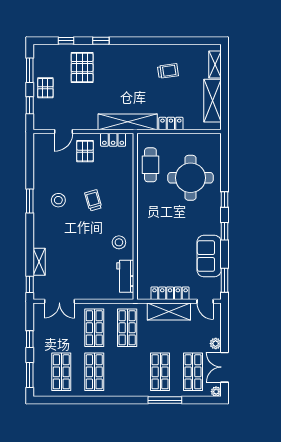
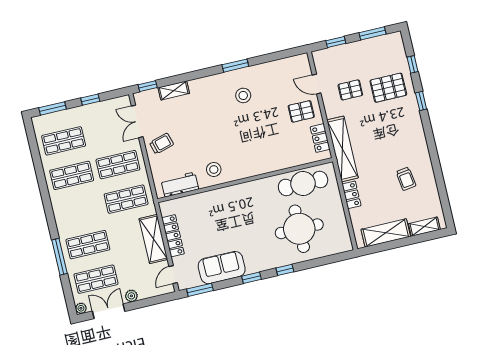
pallet: (45, 88) -> (350, 90), moved
cafe table: (150, 165) -> (303, 183), width x1.37, depth x1.35
trolley: (93, 200) -> (162, 144), moved

